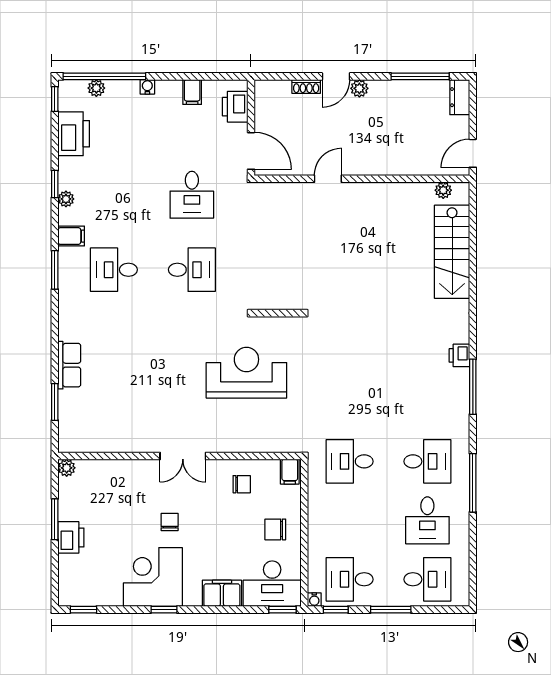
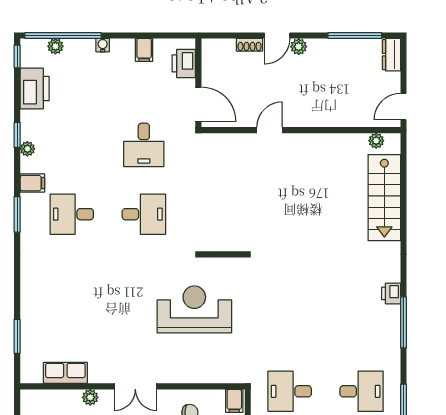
row of seats: (69, 365) -> (65, 373), moved, turned -90
plant: (67, 468) -> (90, 397), moved

